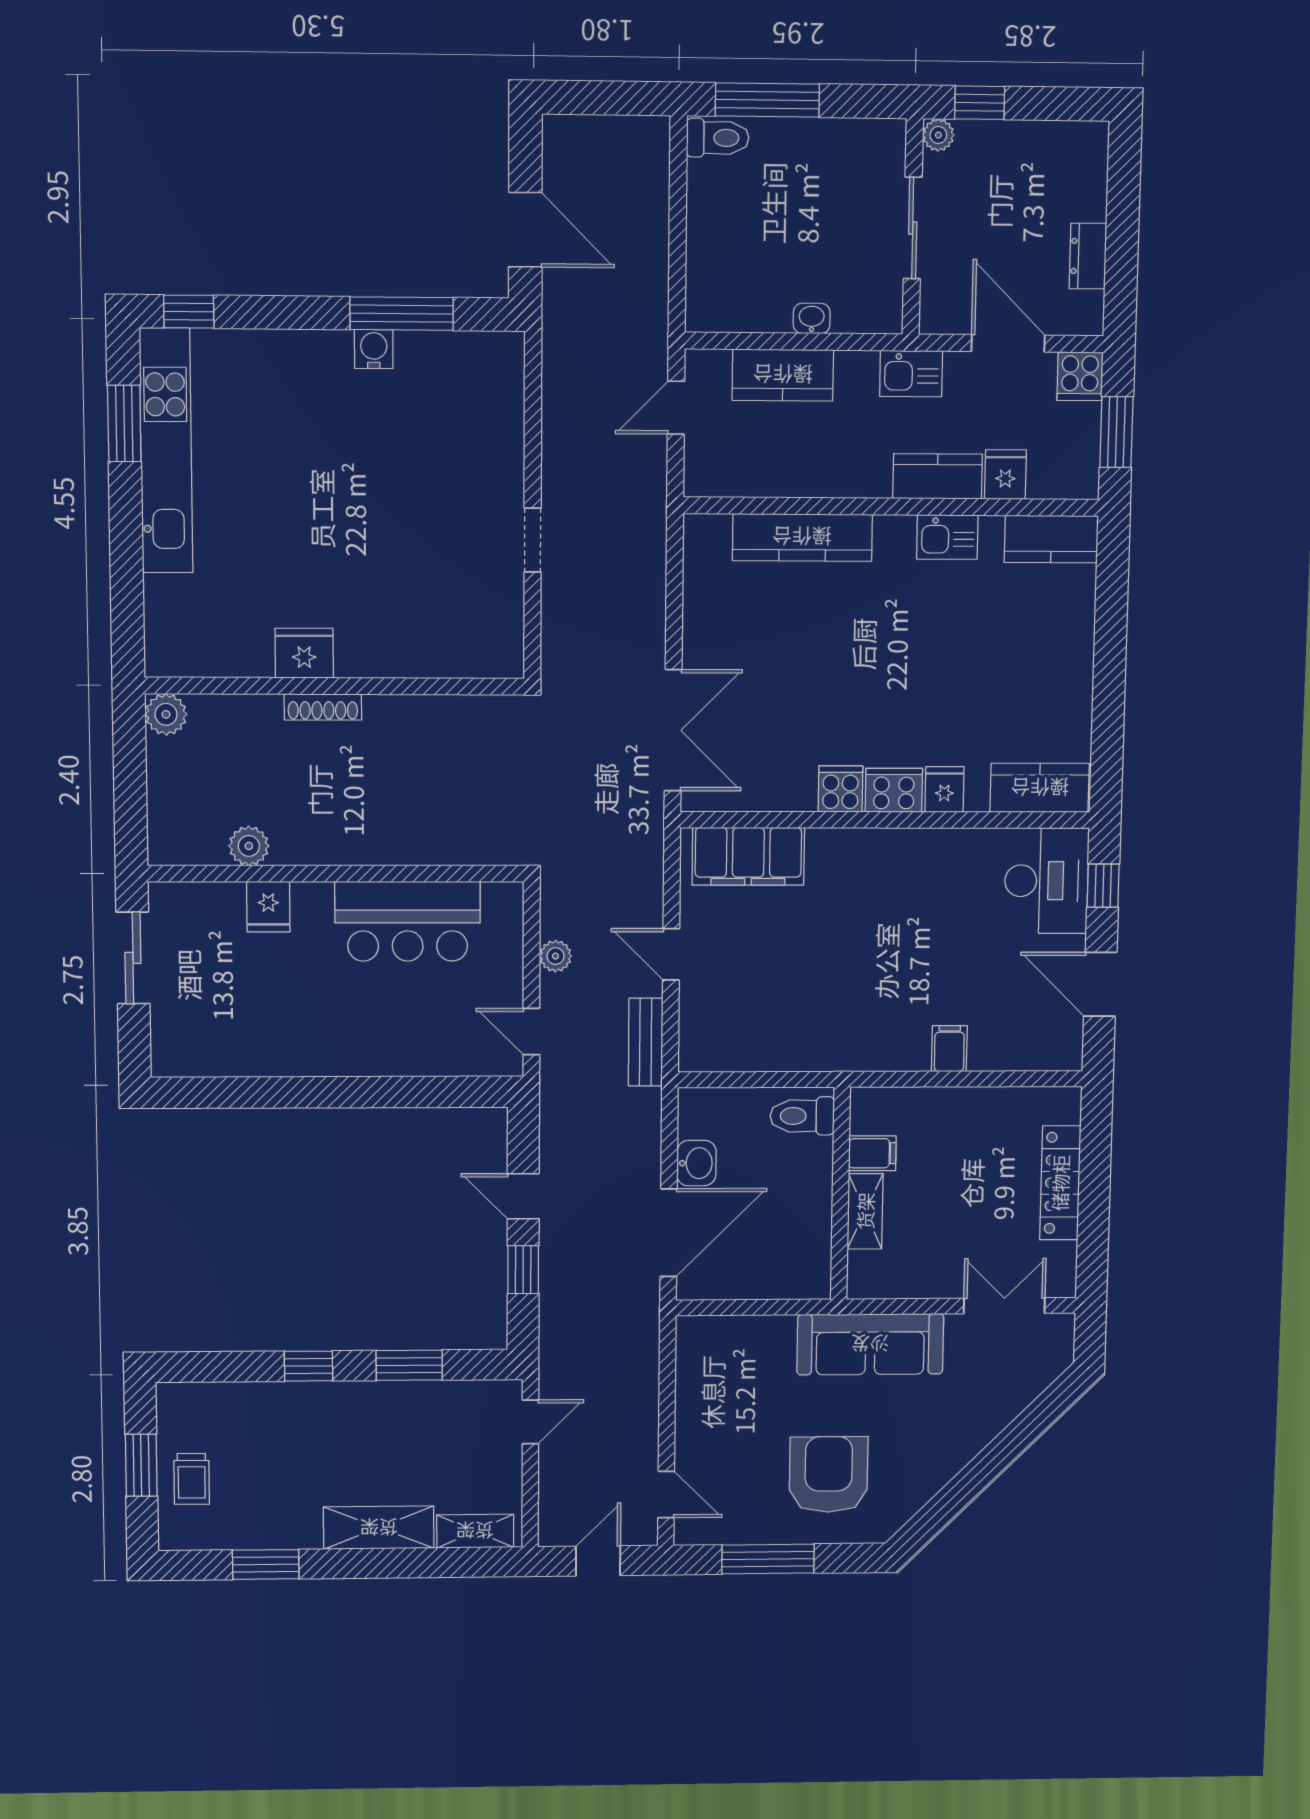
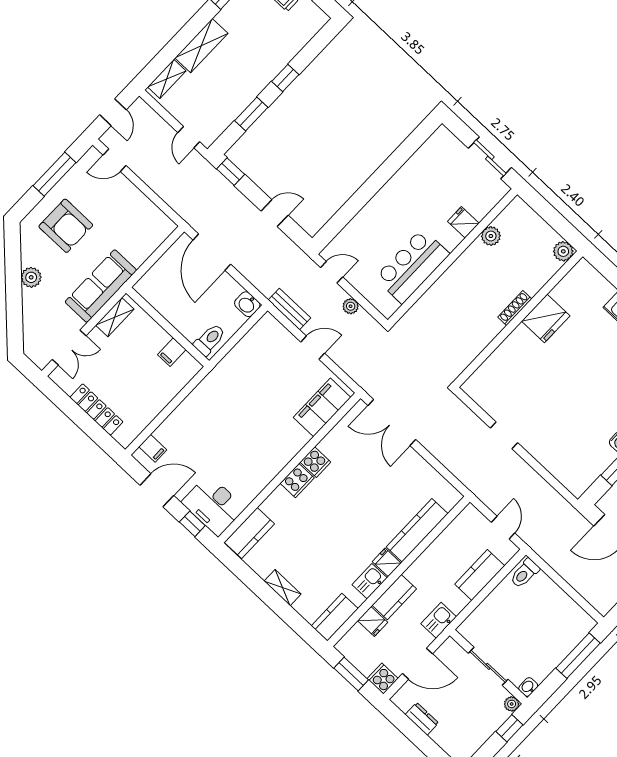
toilet: (718, 138) -> (525, 573), moved
washbasin: (812, 318) -> (528, 687), moved, turned 180
fridge: (304, 653) -> (546, 318), width x1.36, depth x1.34
shelving: (1078, 661) -> (283, 588), added
fridge: (944, 789) -> (387, 562), moved, turned 180
filing cabinet: (949, 1049) -> (153, 448), moved
washbasin: (696, 1163) -> (247, 304), moved
shelving: (865, 1211) -> (115, 317), moved, turned 90
window: (523, 1270) -> (231, 172), moved
plant: (951, 1454) -> (31, 277), added

